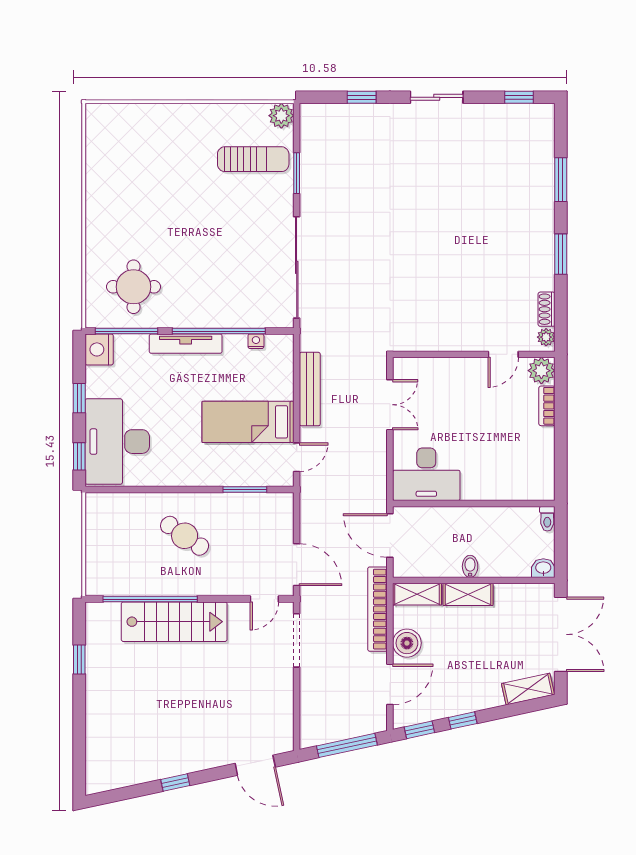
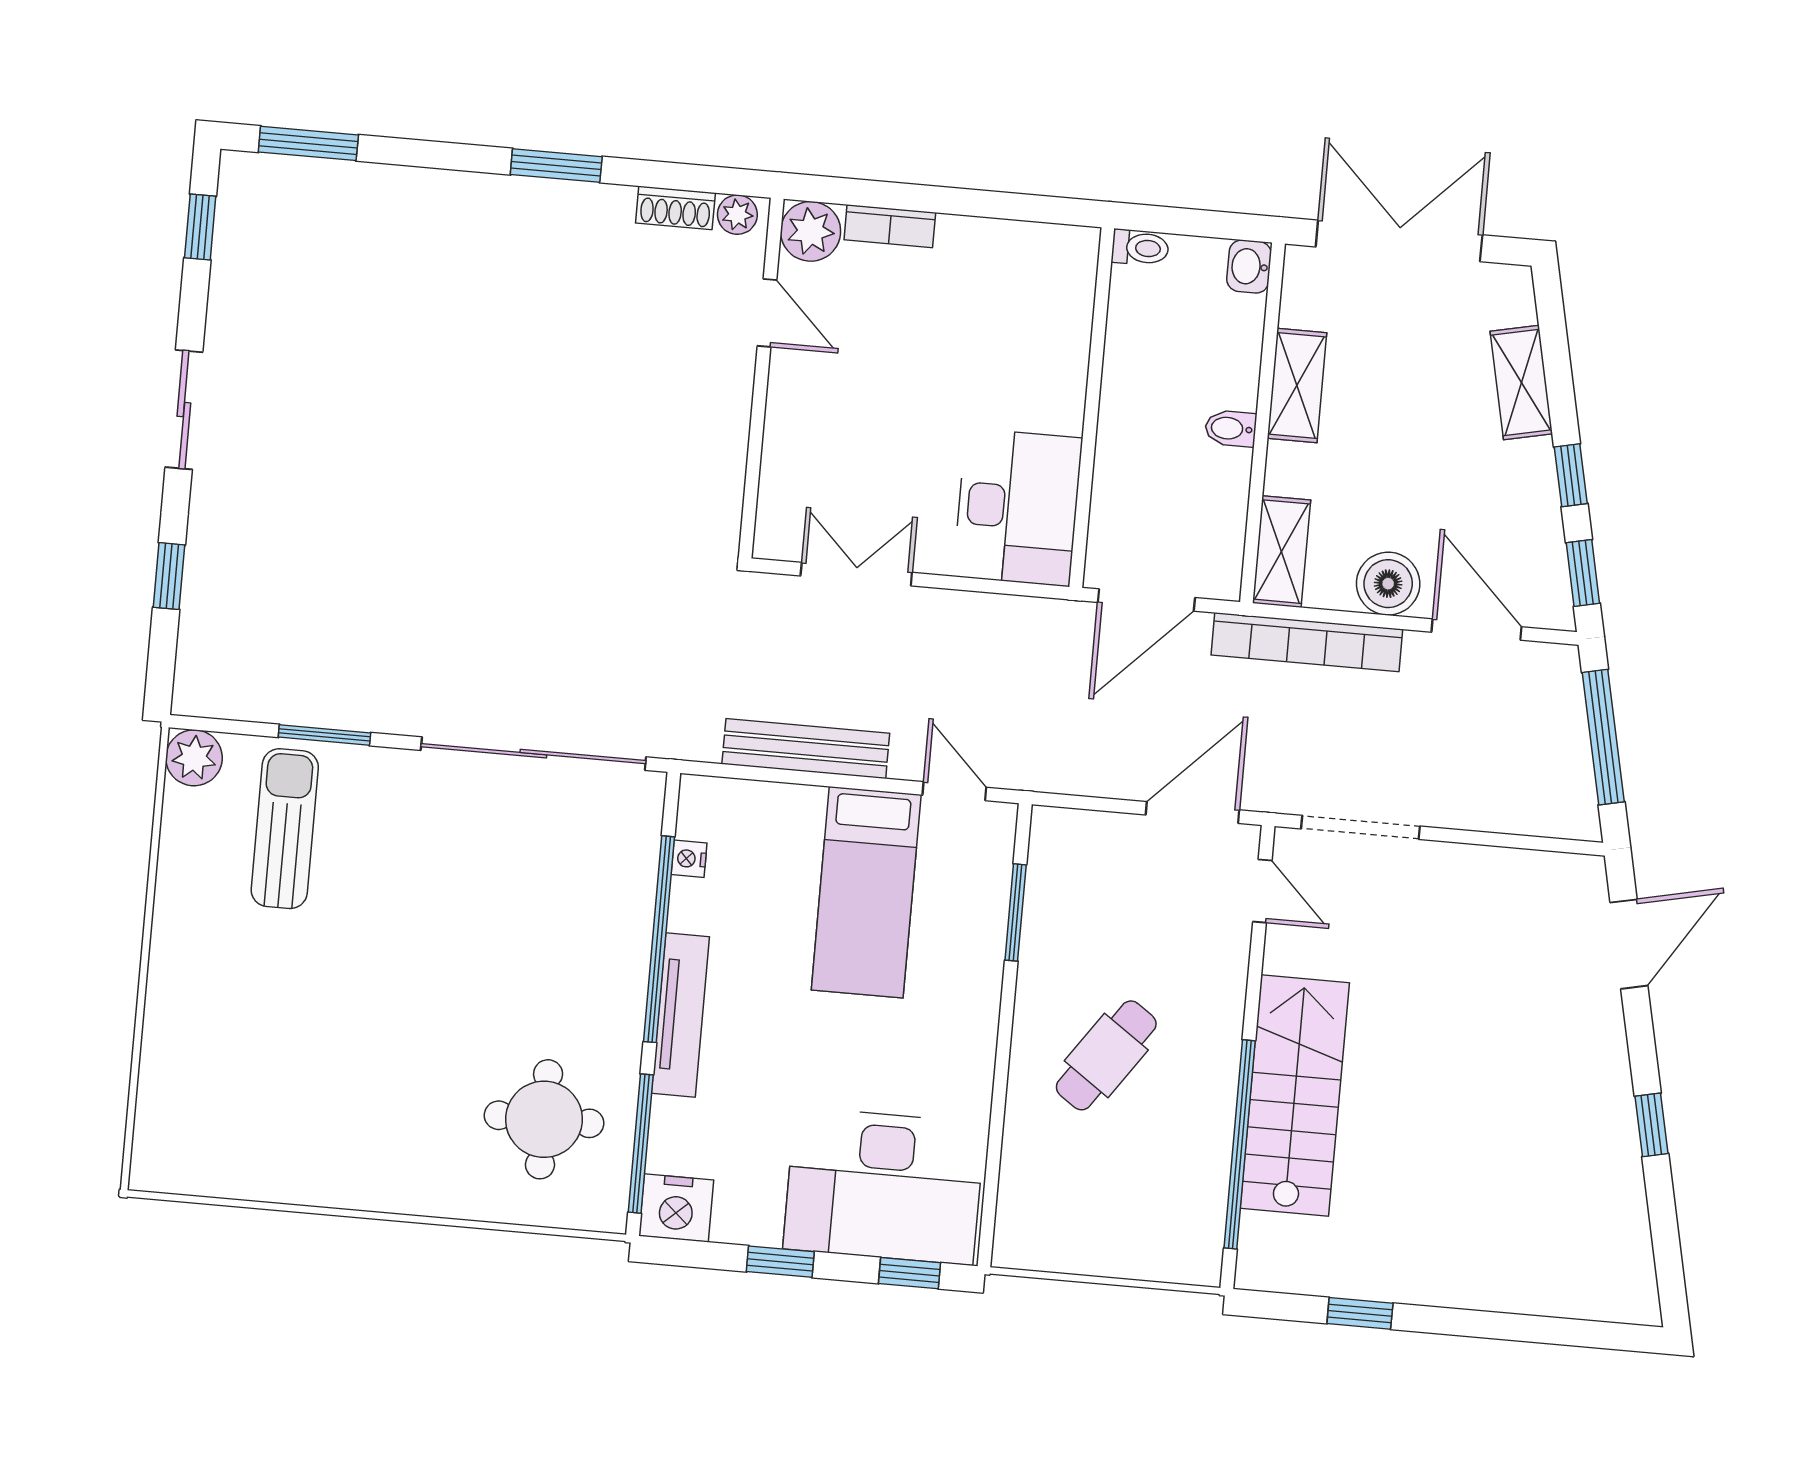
window: (561, 180) -> (308, 143), moved
shelving: (468, 594) -> (1297, 385), moved
shelving: (528, 689) -> (1521, 383), moved

